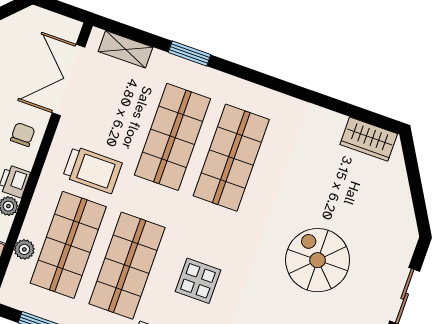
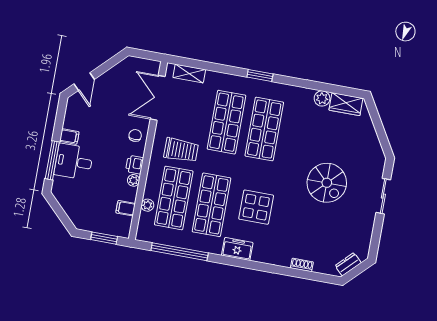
window: (190, 54) -> (260, 75), moved
plant: (332, 124) -> (322, 98), added
spiral stairs: (318, 260) -> (327, 183), turned 180
display table: (198, 281) -> (256, 207), width x1.36, depth x1.36

